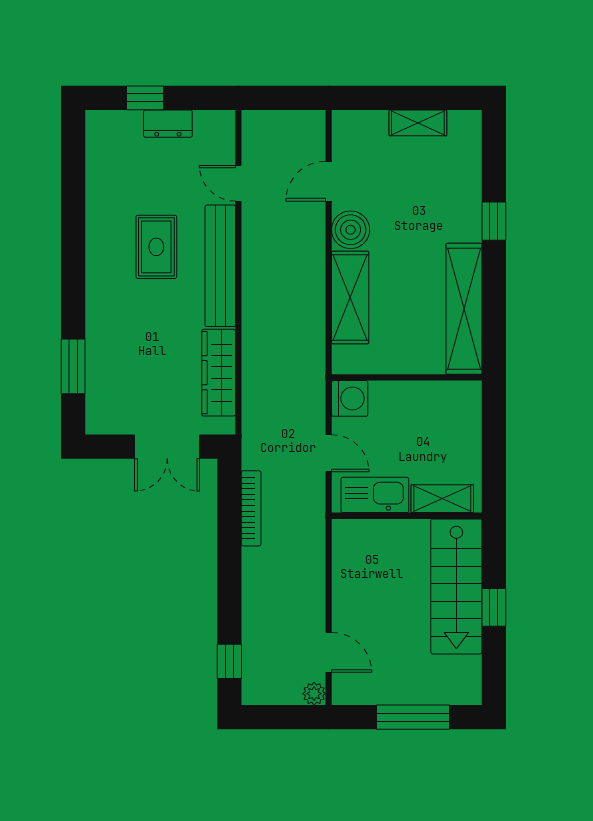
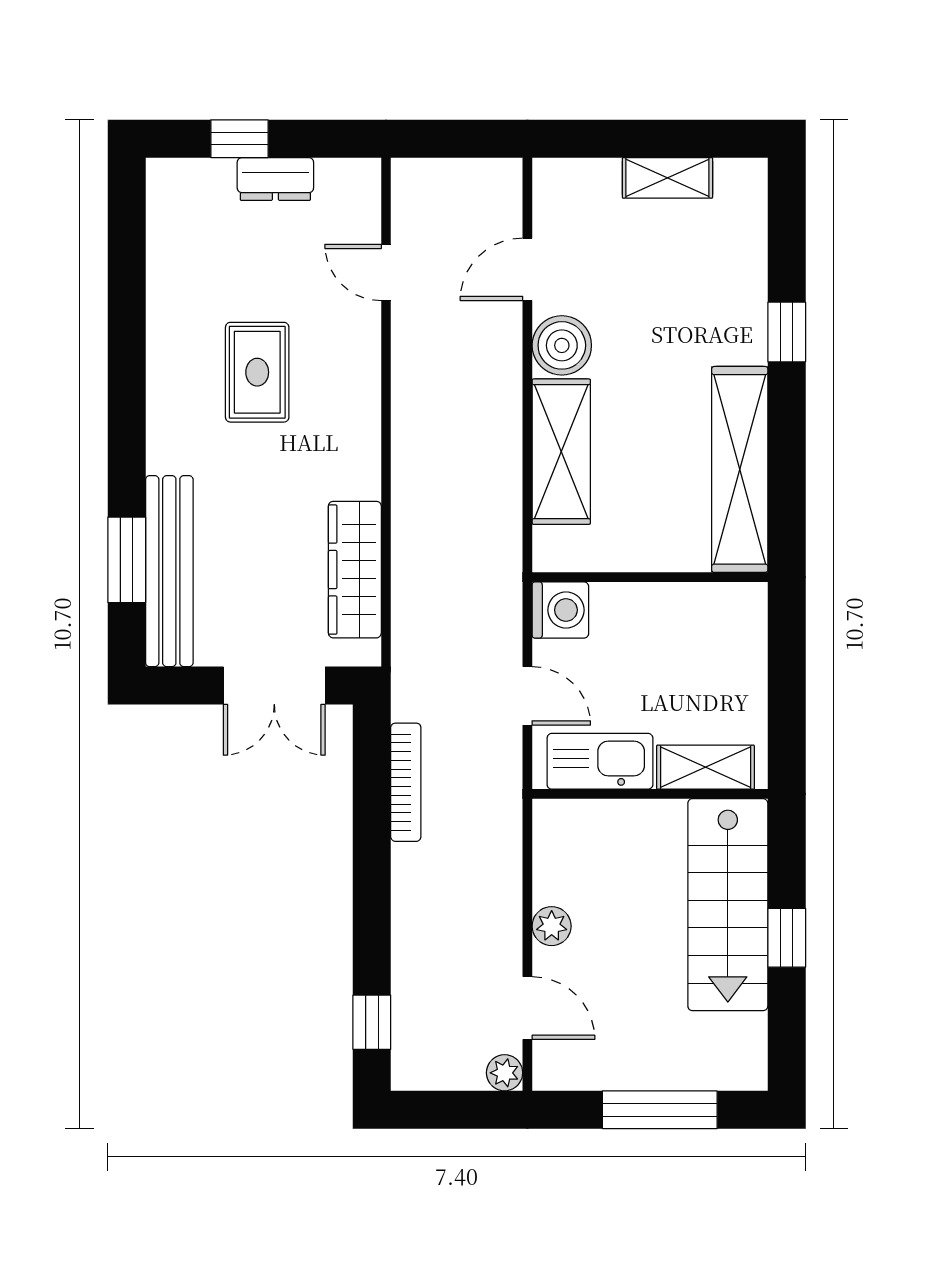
bench: (220, 266) -> (169, 571), moved
plant: (344, 600) -> (552, 926), added

